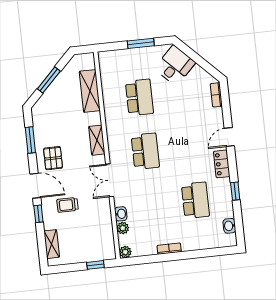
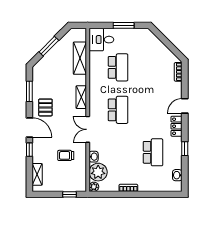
desk: (175, 66) -> (101, 40), moved, turned -135
trolley: (67, 205) -> (66, 155), moved
plant: (123, 228) -> (98, 172), width x1.87, depth x1.87

